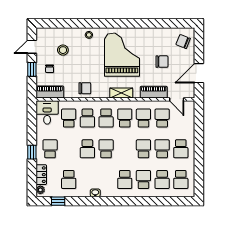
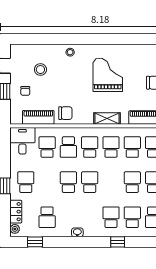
grand piano: (122, 55) -> (108, 75), width x0.73, depth x0.68
piano: (50, 92) -> (38, 117), moved
school desk: (106, 118) -> (90, 147), turned 180
school desk: (87, 149) -> (68, 182), turned 180
school desk: (125, 180) -> (111, 217), turned 180
window: (131, 201) -> (118, 242), added

